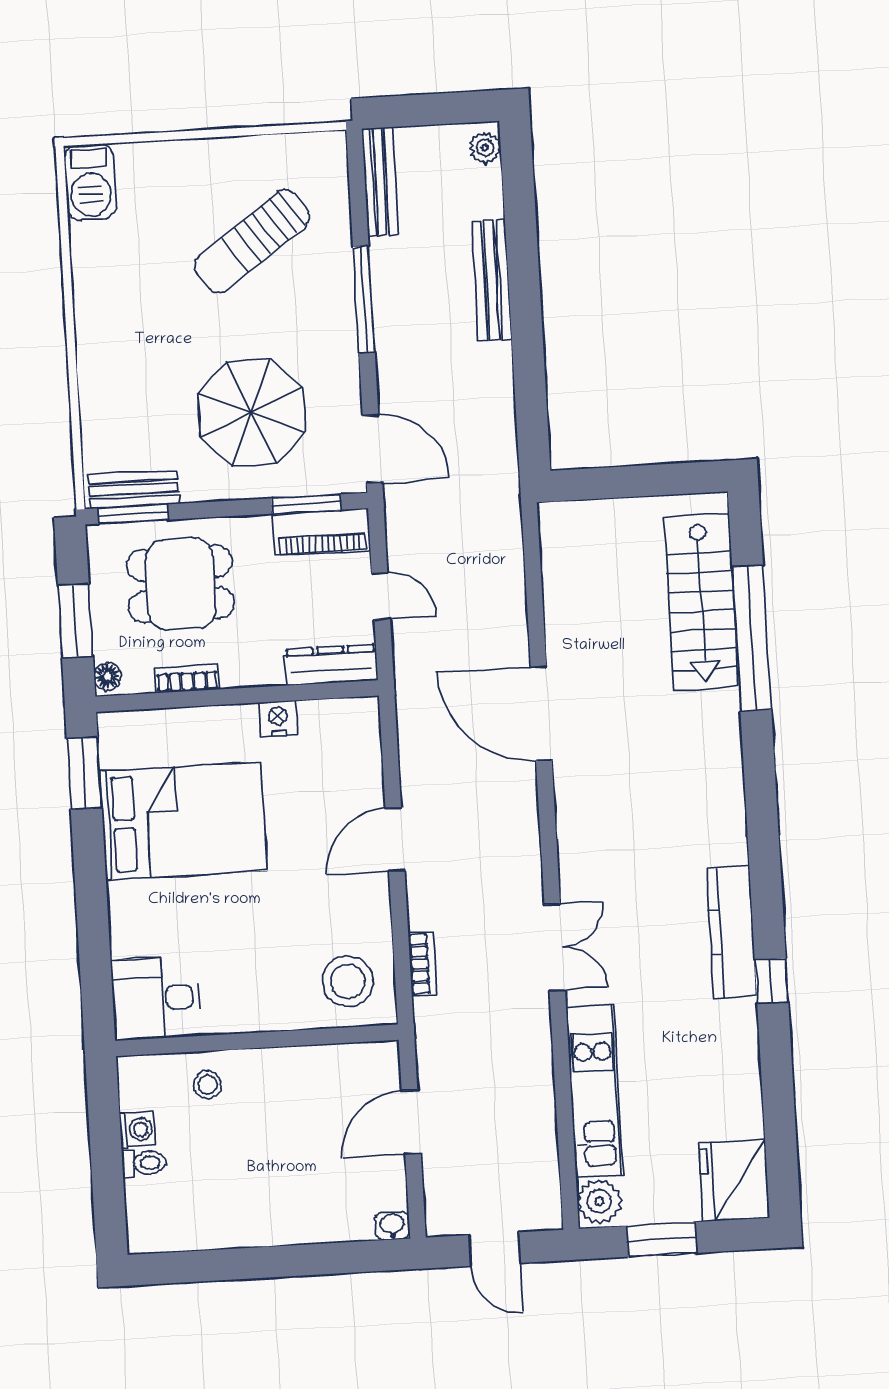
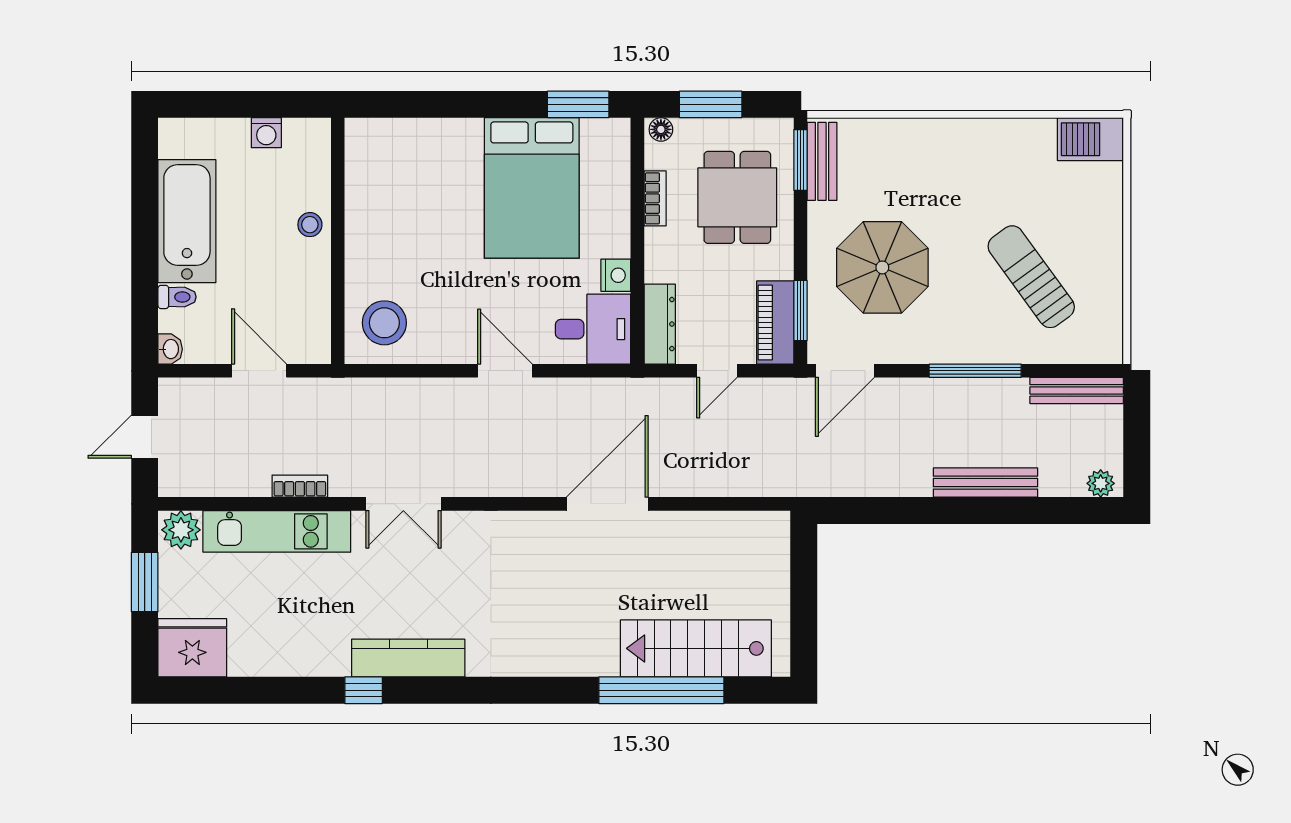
bookcase: (423, 964) -> (300, 486), moved, turned 180
desk: (156, 998) -> (593, 329), moved, turned 90
stool: (207, 1085) -> (310, 225), moved
toilet: (144, 1163) -> (177, 297), moved, turned -90
bathtub: (244, 1215) -> (187, 221), added

